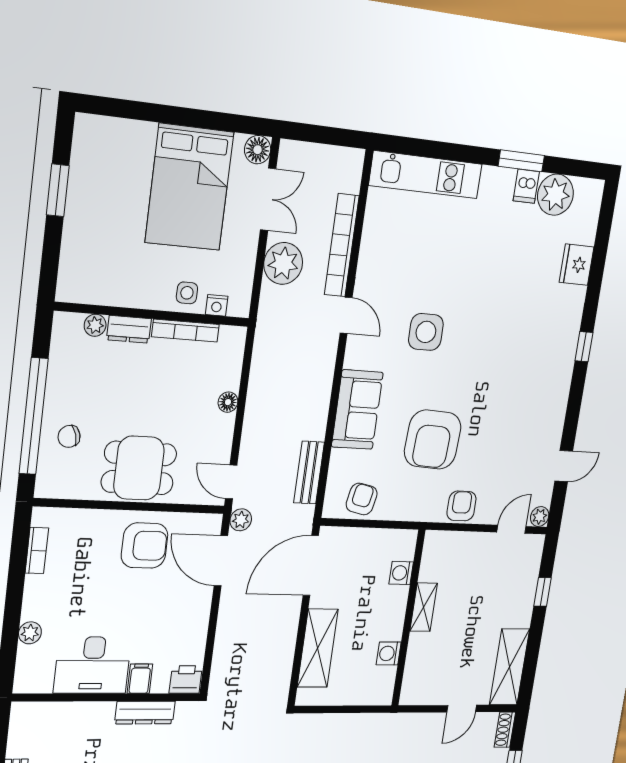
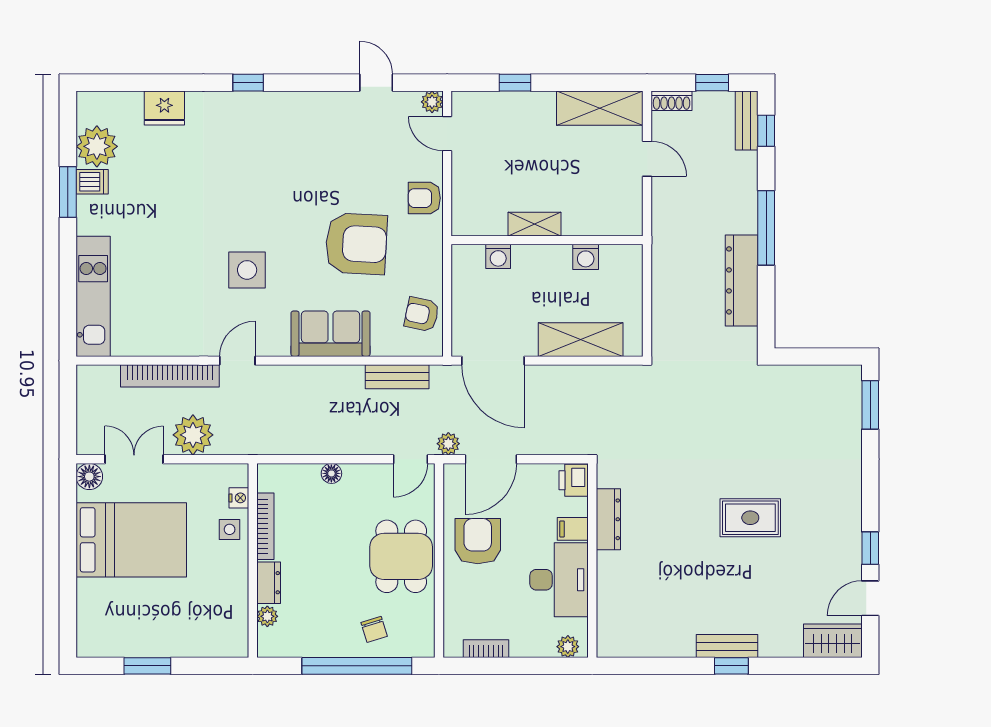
desk: (93, 665) -> (559, 580), moved
filing cabinet: (140, 679) -> (573, 529), moved
printer: (186, 679) -> (574, 480), moved
wall: (107, 697) -> (592, 561), moved
dresser: (145, 713) -> (608, 519), moved

